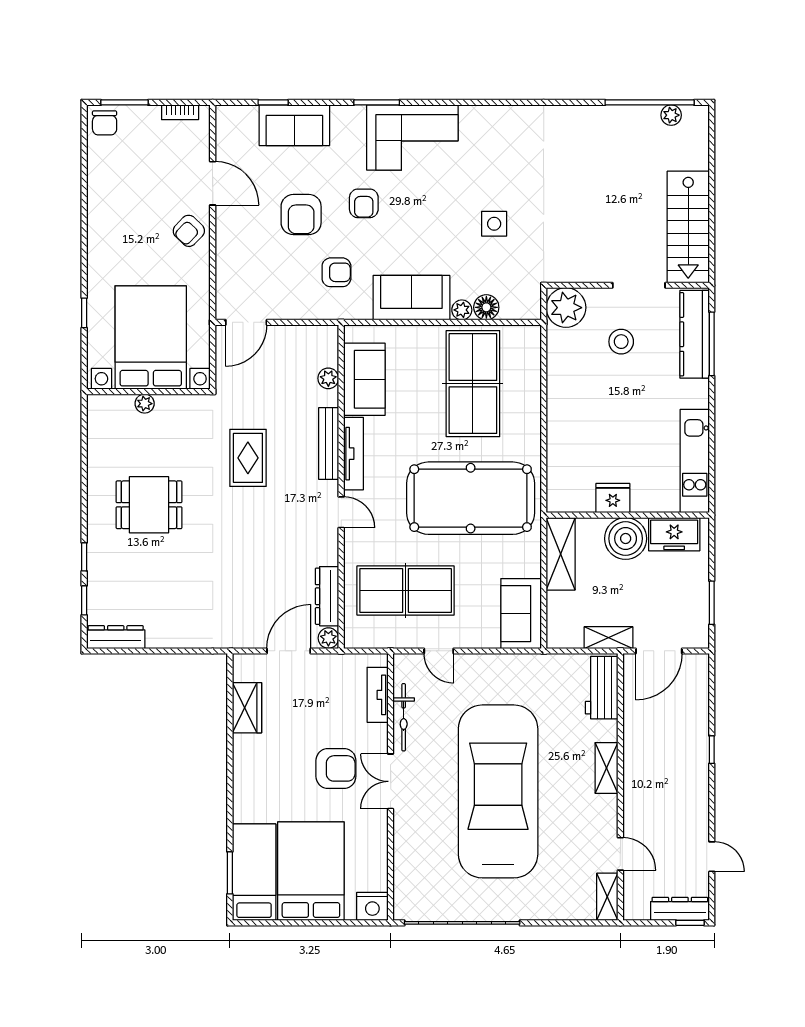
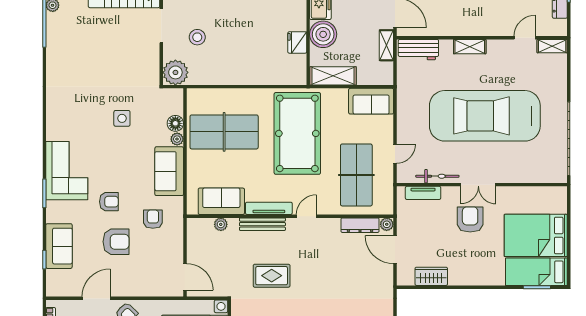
nightstand: (372, 906) -> (558, 196), removed

